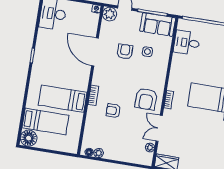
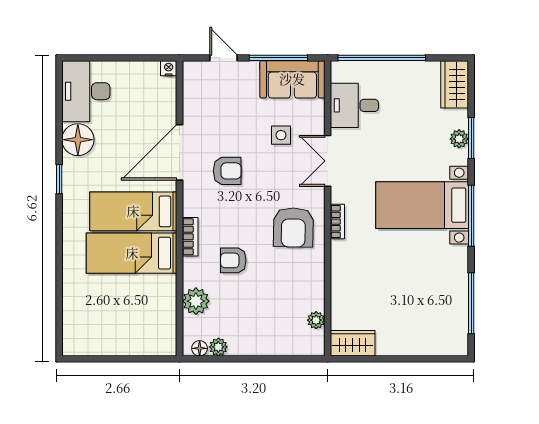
plant: (110, 14) -> (196, 301), moved
door: (95, 52) -> (179, 152), hinge flipped
armchair: (125, 52) -> (227, 171), moved, turned 90
bed: (45, 122) -> (133, 211), moved, turned 180
double door: (159, 128) -> (328, 161), moved
floor lamp: (29, 138) -> (78, 140), moved

